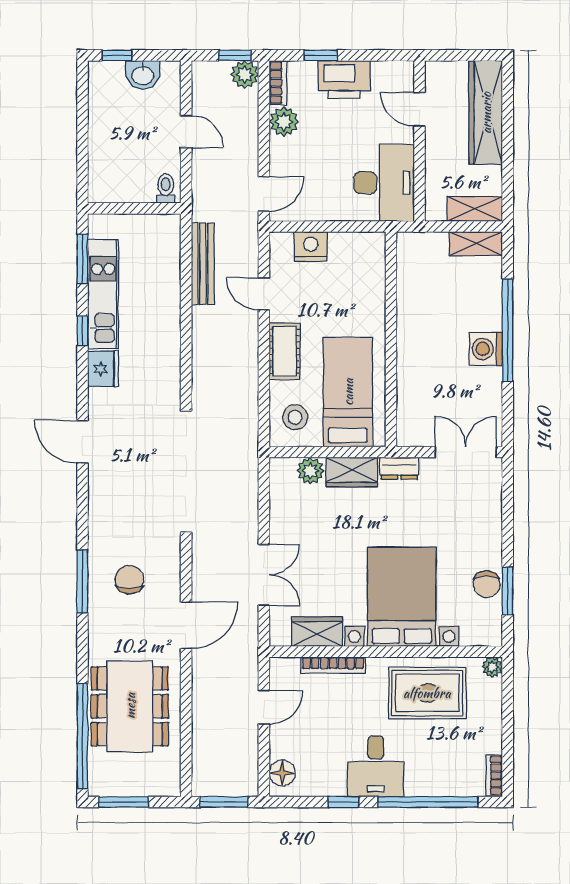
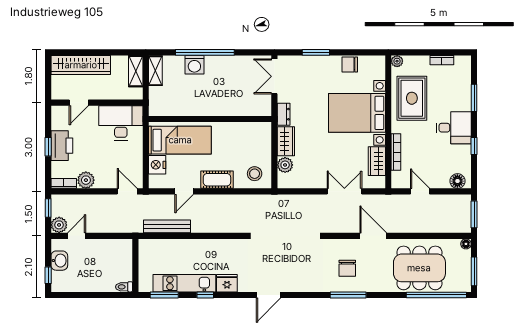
window: (321, 55) -> (48, 147), moved
plant: (245, 75) -> (59, 225), moved
door: (186, 132) -> (77, 236), moved
toilet: (166, 188) -> (124, 287), moved
washing machine: (486, 349) -> (194, 65), moved
bed: (348, 392) -> (180, 140), moved, turned 180
chair: (129, 580) -> (347, 268), turned -90
chair: (487, 584) -> (350, 64), turned 180
window: (508, 591) -> (316, 52), moved
bookcase: (494, 775) -> (442, 60), moved
floor lamp: (172, 788) -> (466, 244), added
window: (428, 802) -> (474, 98), width x0.47

